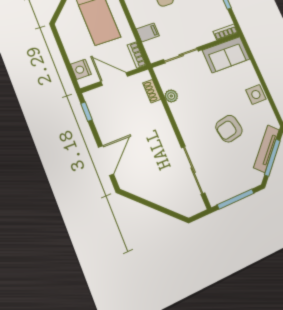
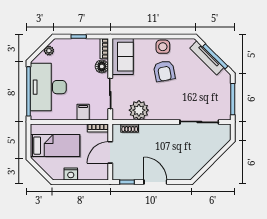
floor lamp: (206, 36) -> (102, 66), added
nightstand: (81, 69) -> (71, 174), moved
plant: (171, 96) -> (139, 110), width x1.87, depth x1.87
armchair: (229, 129) -> (164, 71), moved
door: (106, 161) -> (155, 182), moved

